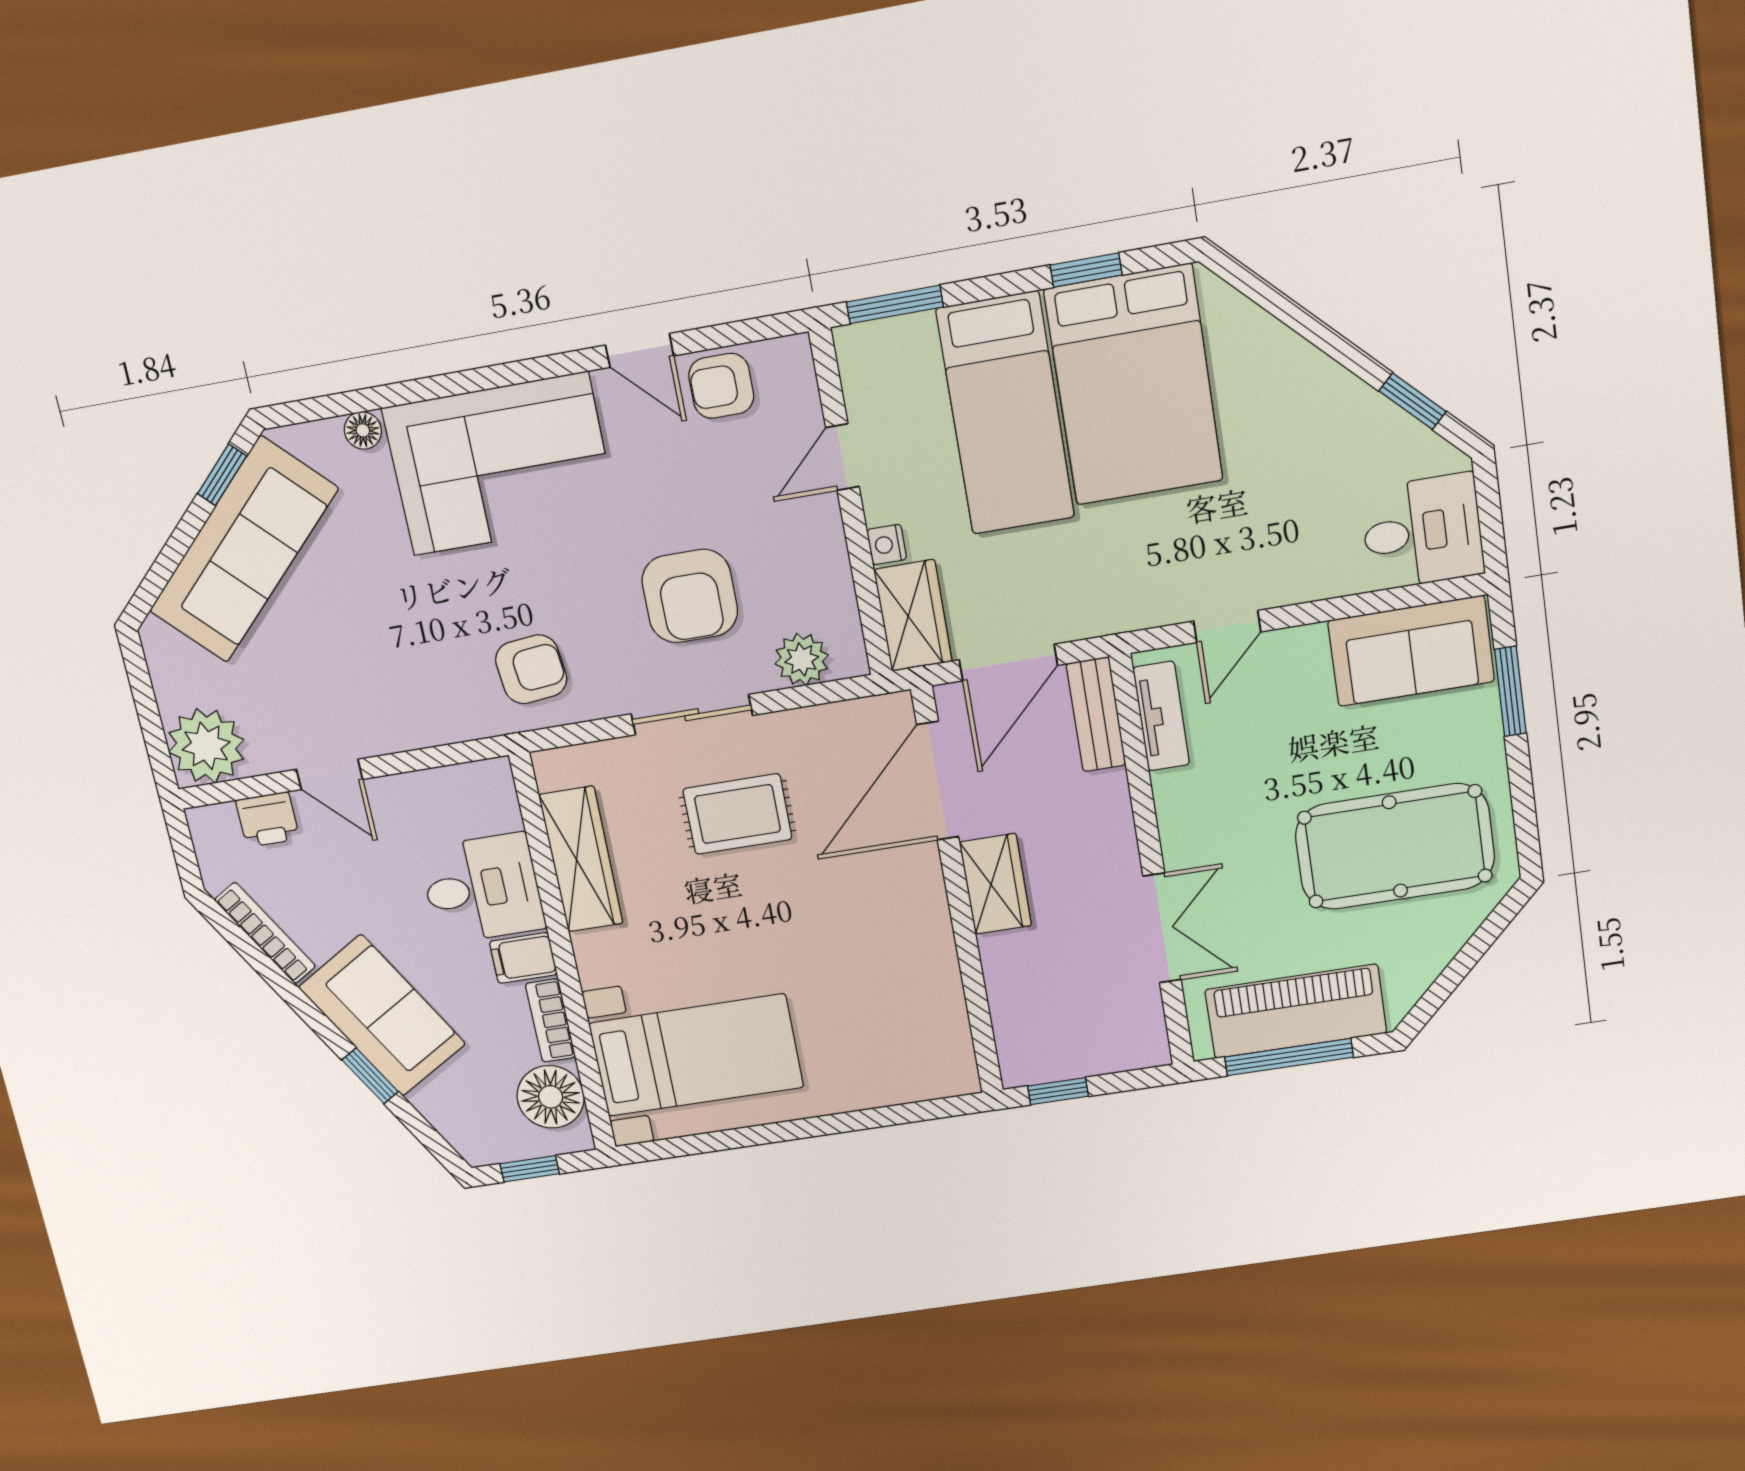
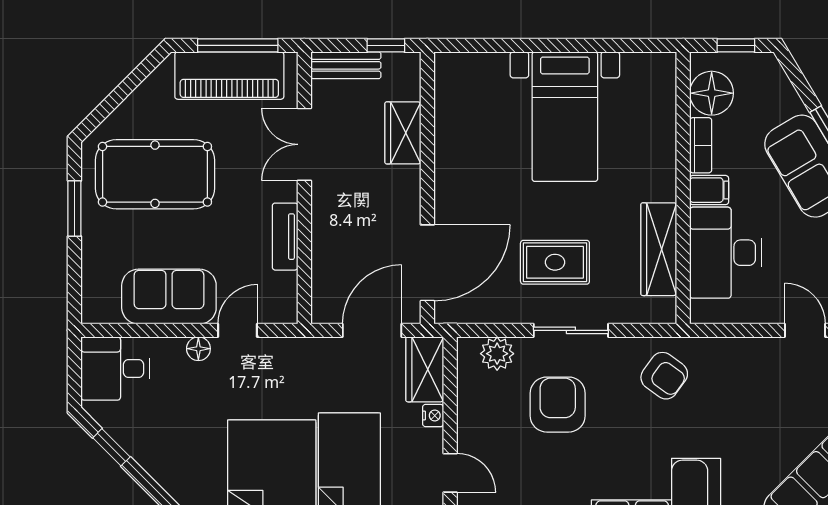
door: (842, 457) -> (450, 473), hinge flipped
floor lamp: (1288, 587) -> (198, 349), added
sofa: (1411, 651) -> (169, 297), moved
armchair: (531, 669) -> (664, 376), turned -138
window: (1510, 691) -> (74, 208), moved
bench: (1096, 714) -> (346, 65), moved, turned 90
tv unit: (1161, 716) -> (285, 237), moved
wardrobe: (995, 884) -> (403, 133), moved
desk: (482, 888) -> (725, 253), width x1.37
bed with nightstands: (696, 1055) -> (565, 117), moved, turned -90

